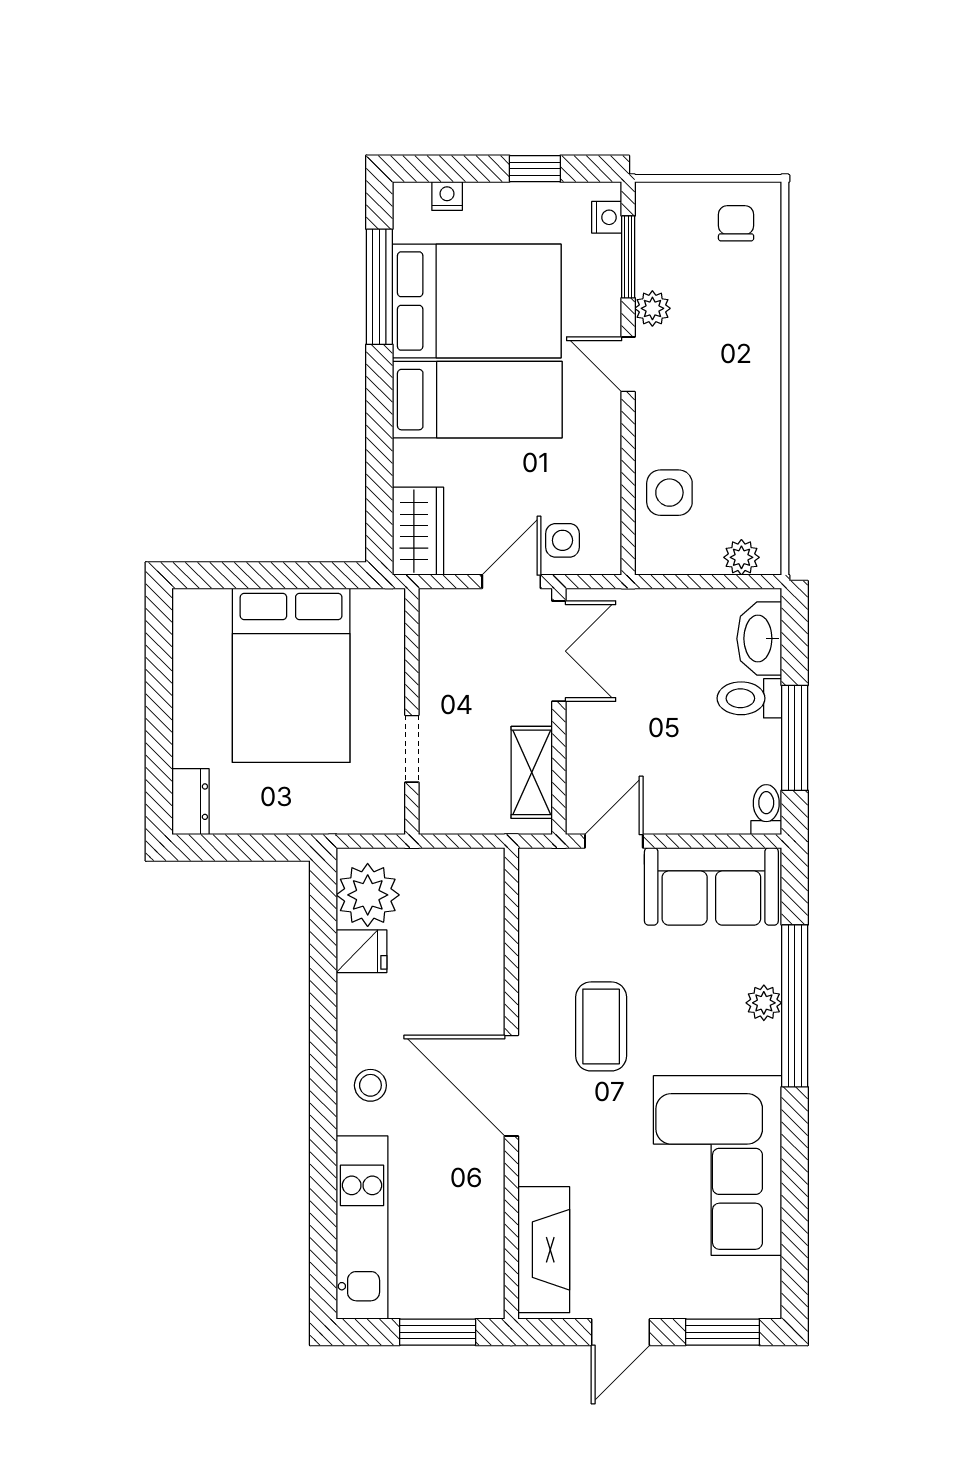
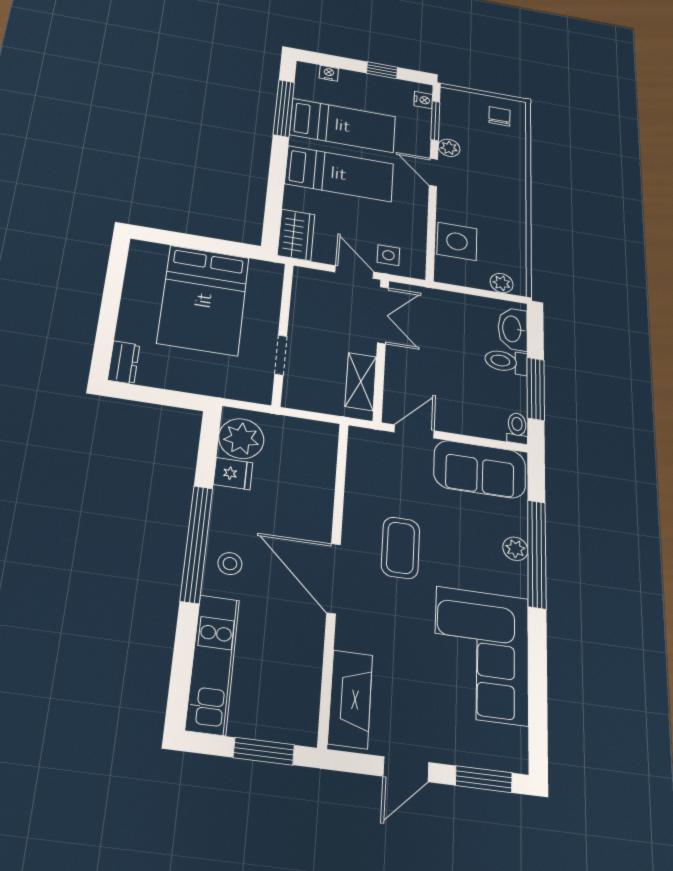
bed: (477, 301) -> (343, 126), width x0.67
side table: (669, 493) -> (457, 241), width x1.37, depth x1.37
door: (511, 582) -> (354, 272), hinge flipped
window: (323, 1064) -> (197, 544), added

